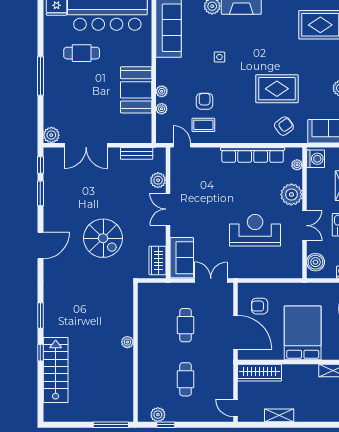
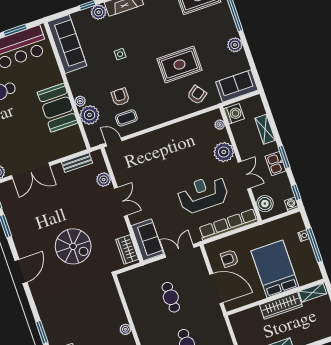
plant: (162, 109) -> (90, 115), width x1.87, depth x1.87
row of seats: (253, 155) -> (228, 225), moved, turned 180
double door: (168, 209) -> (121, 202), swing flipped
wardrobe: (259, 373) -> (281, 305), moved

